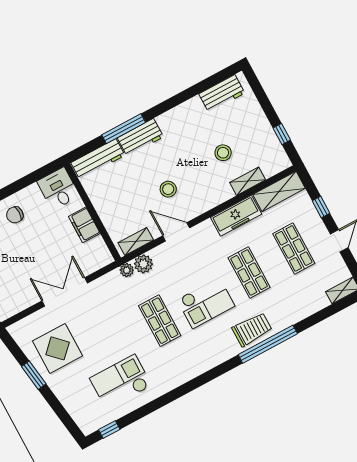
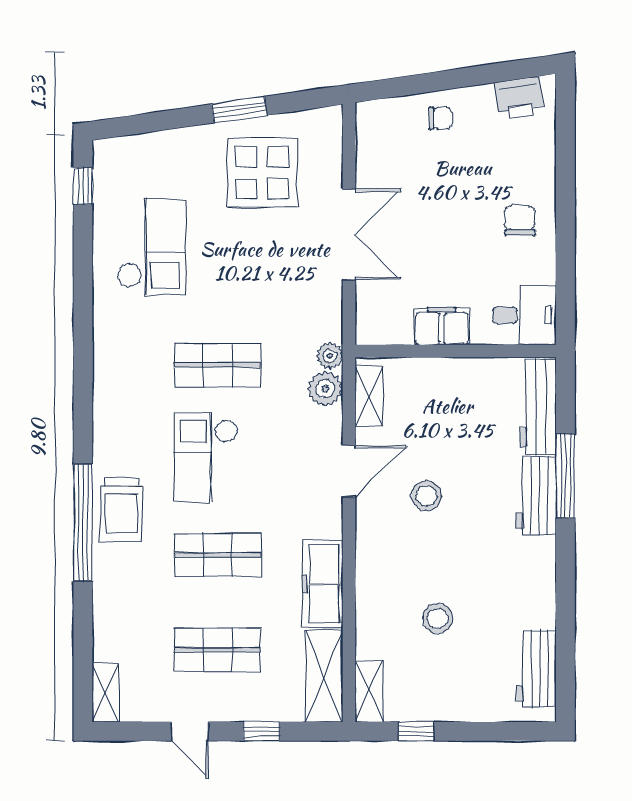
shelving: (248, 181) -> (369, 691), moved

